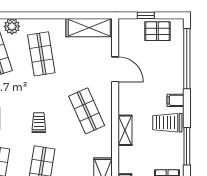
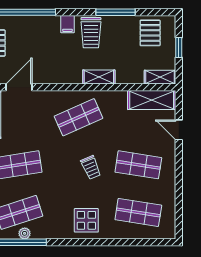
door: (115, 69) -> (19, 87), moved
trolley: (39, 123) -> (91, 167), turned -113

